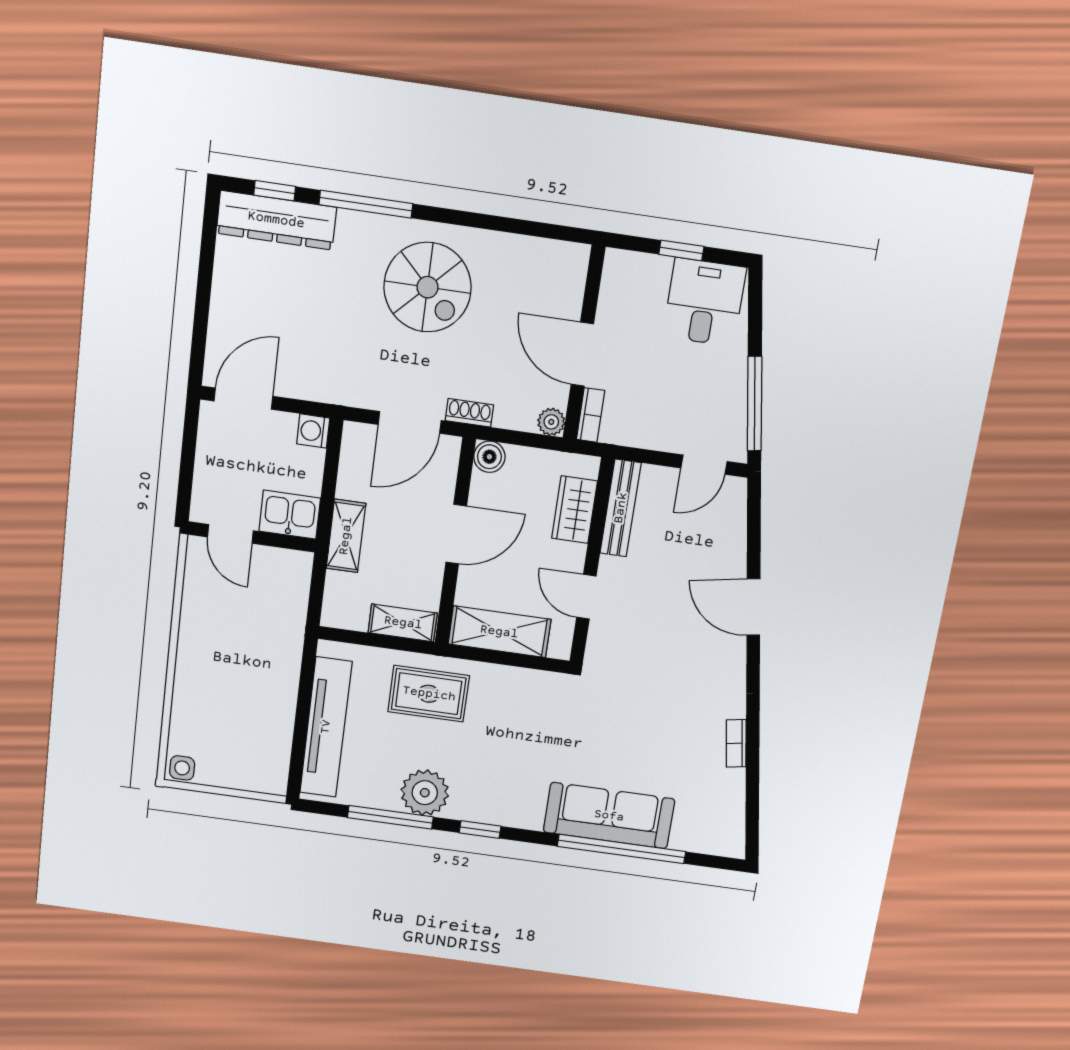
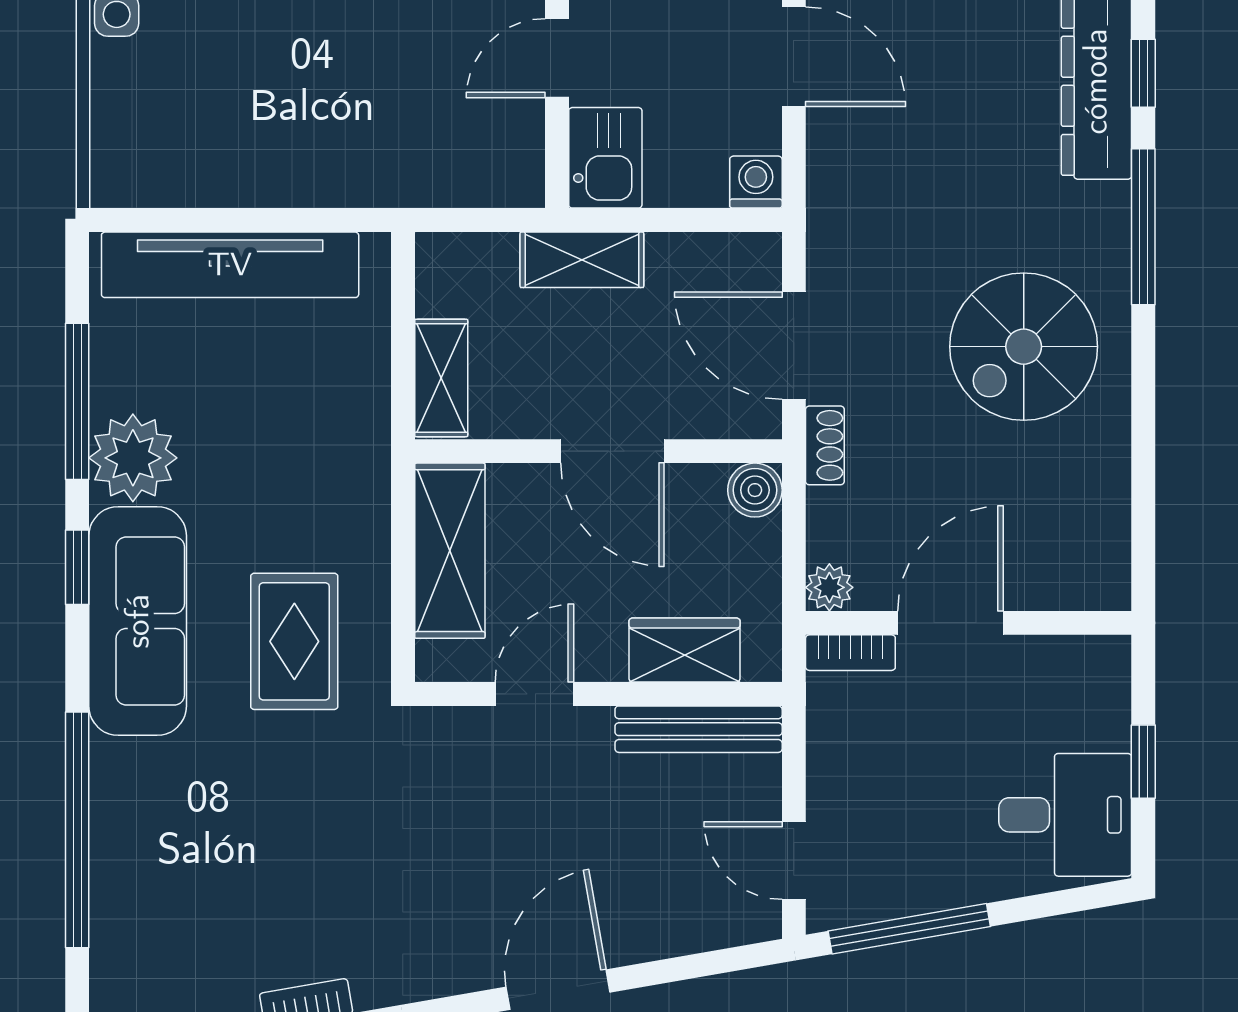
rug: (429, 694) -> (294, 641), moved
sofa: (609, 816) -> (138, 621), moved

